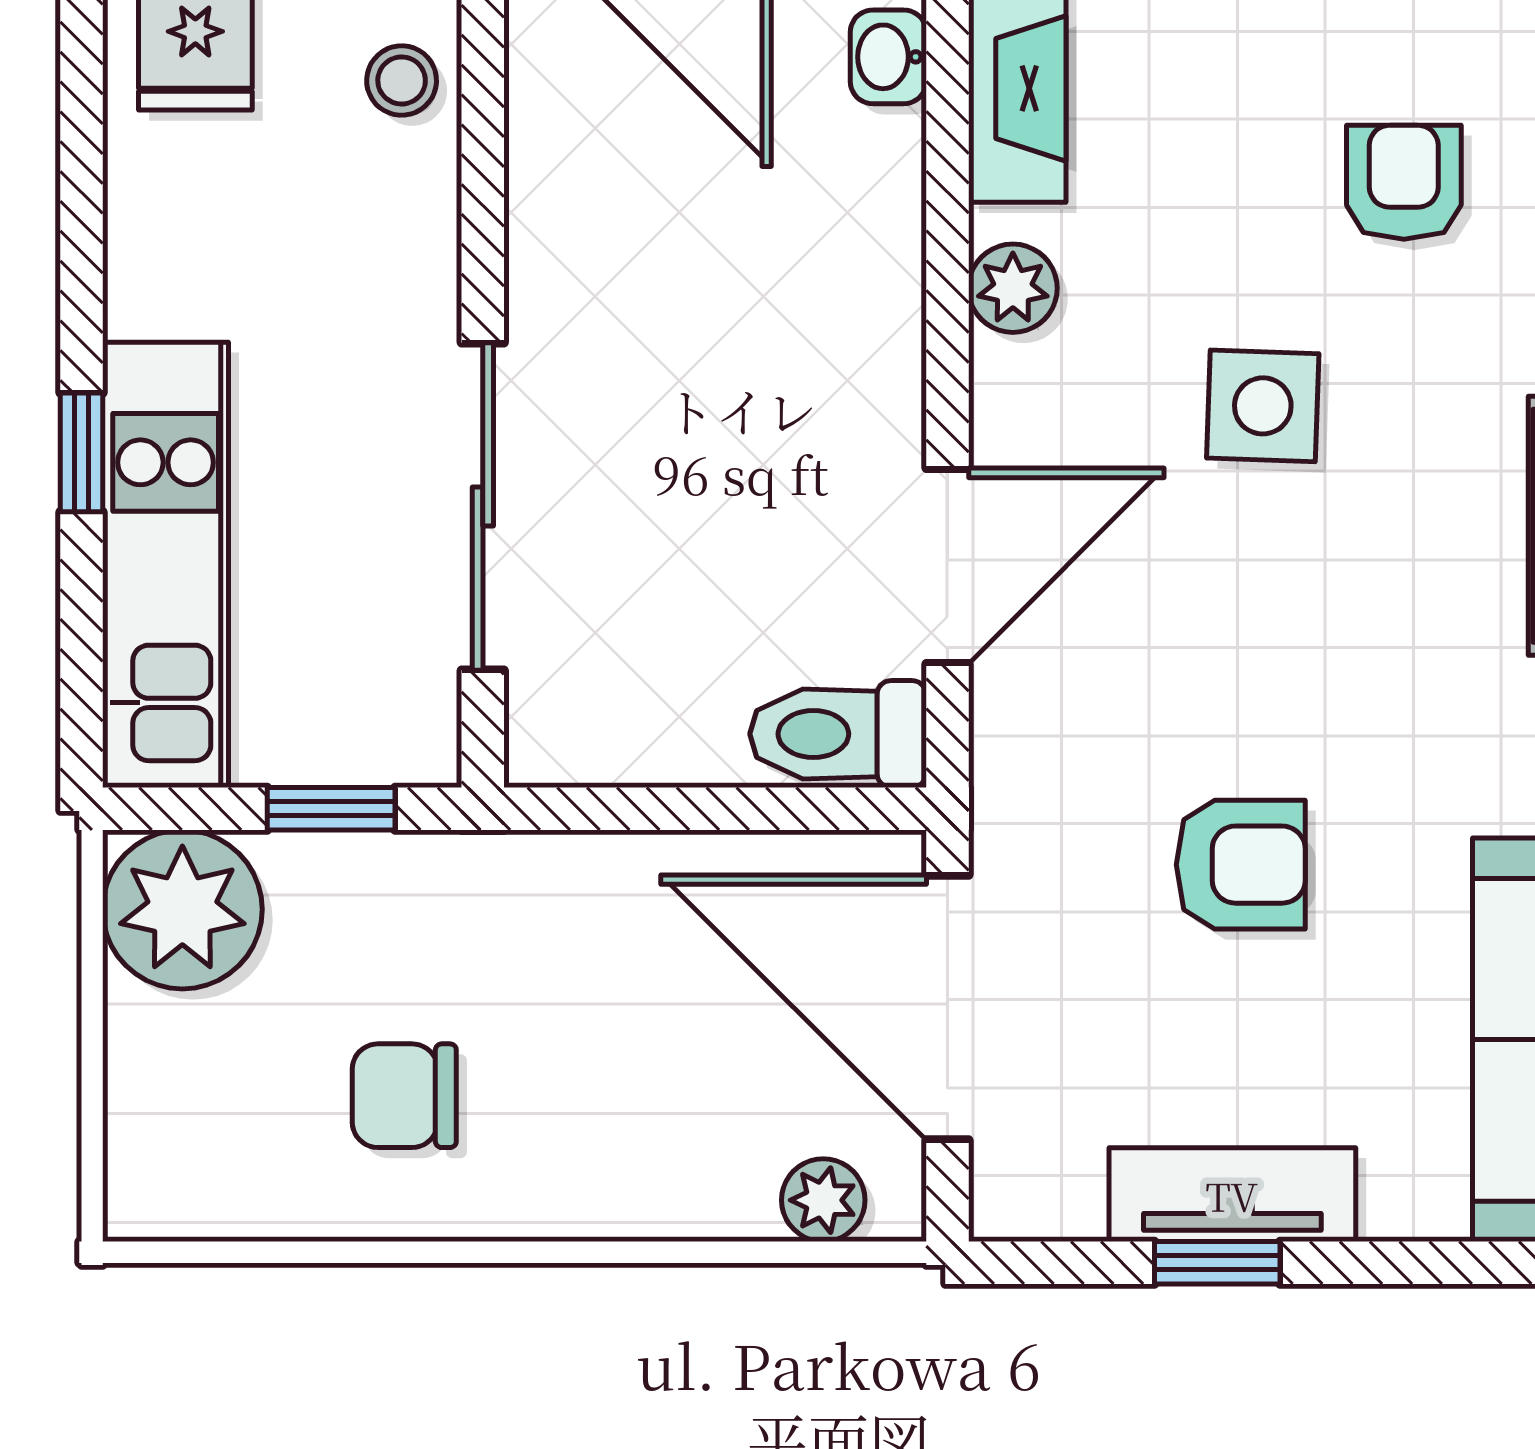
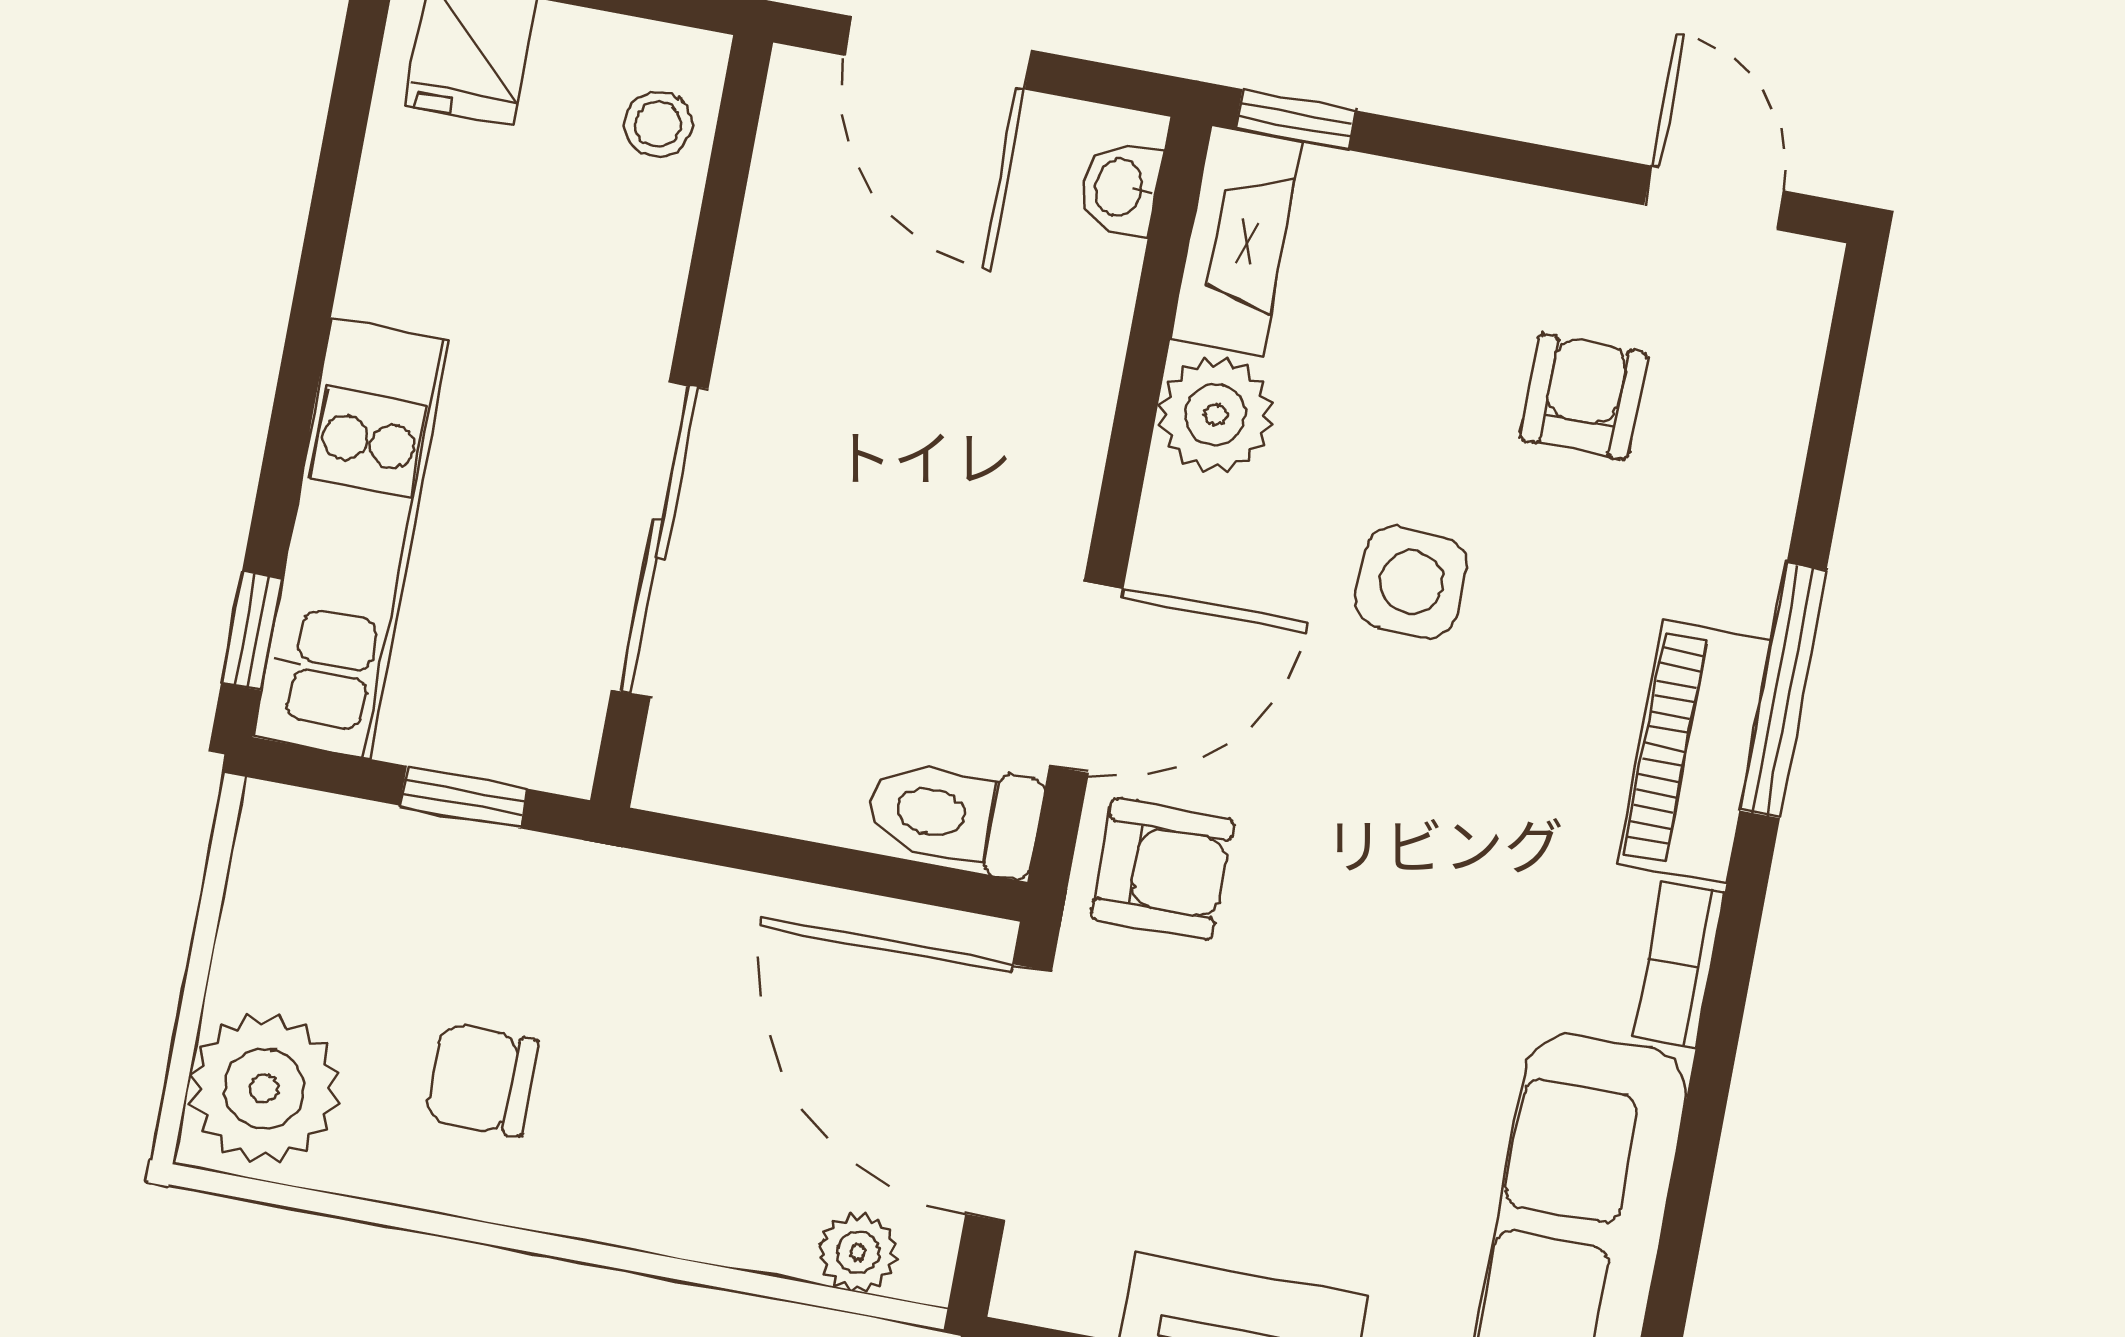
plant: (1013, 288) -> (1215, 415), width x1.38, depth x1.38
window: (82, 452) -> (252, 631), moved
armchair: (1241, 865) -> (1162, 869), moved
plant: (182, 909) -> (264, 1088), moved

